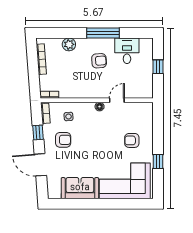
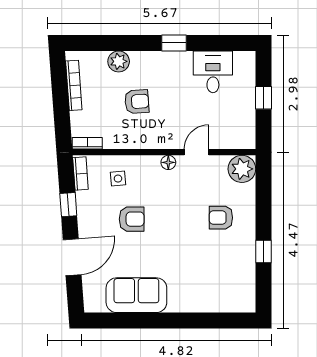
window: (103, 33) -> (174, 43), width x0.46
armchair: (99, 61) -> (137, 102), moved
plant: (145, 111) -> (242, 169), added
armchair: (63, 140) -> (132, 219), moved
door: (40, 165) -> (72, 257), swing flipped
corner sofa: (125, 181) -> (210, 283), removed

